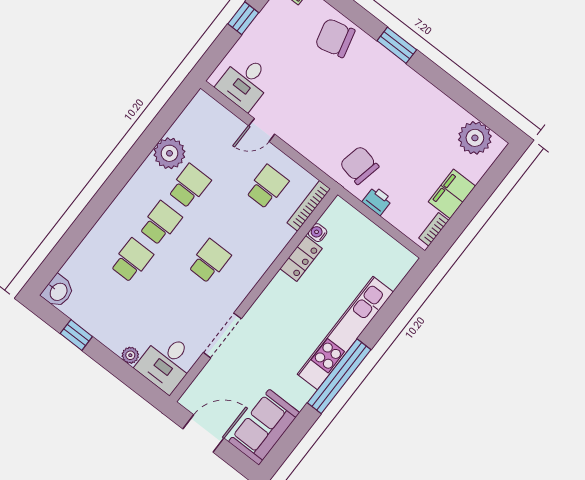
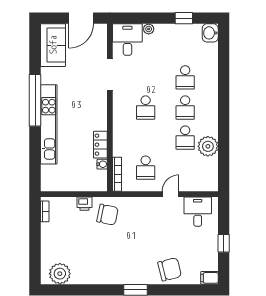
filing cabinet: (452, 194) -> (49, 236), removed

